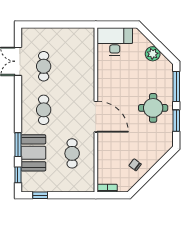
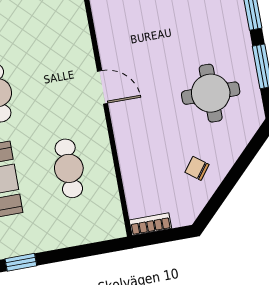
round table: (153, 108) -> (211, 93), moved
door: (96, 117) -> (103, 87), width x0.53

